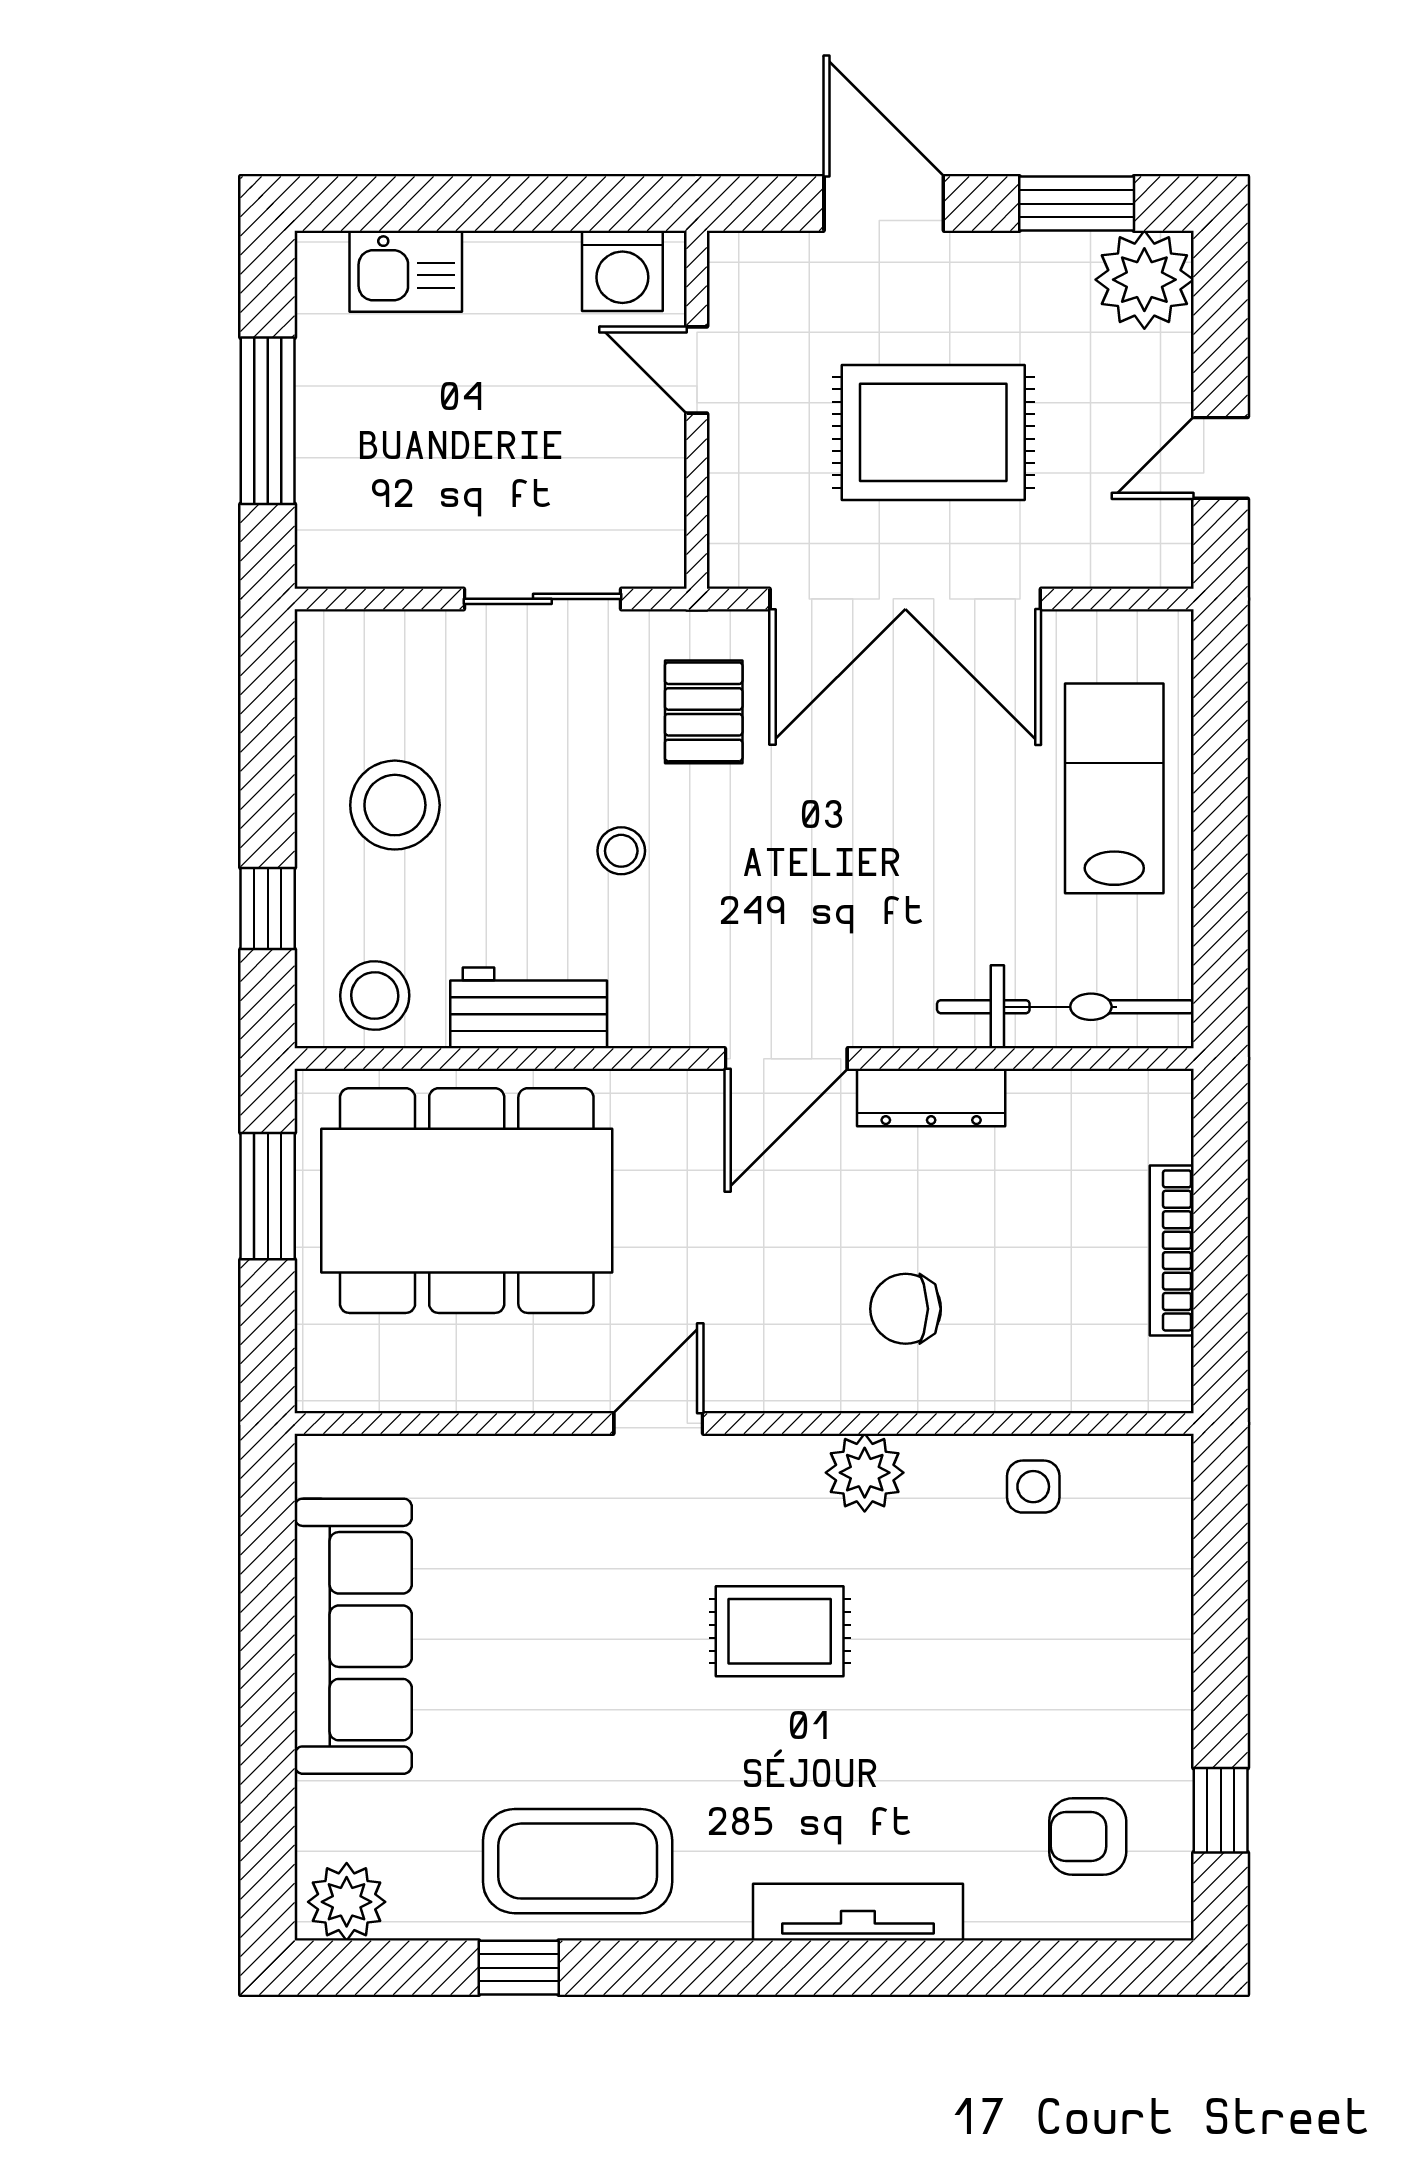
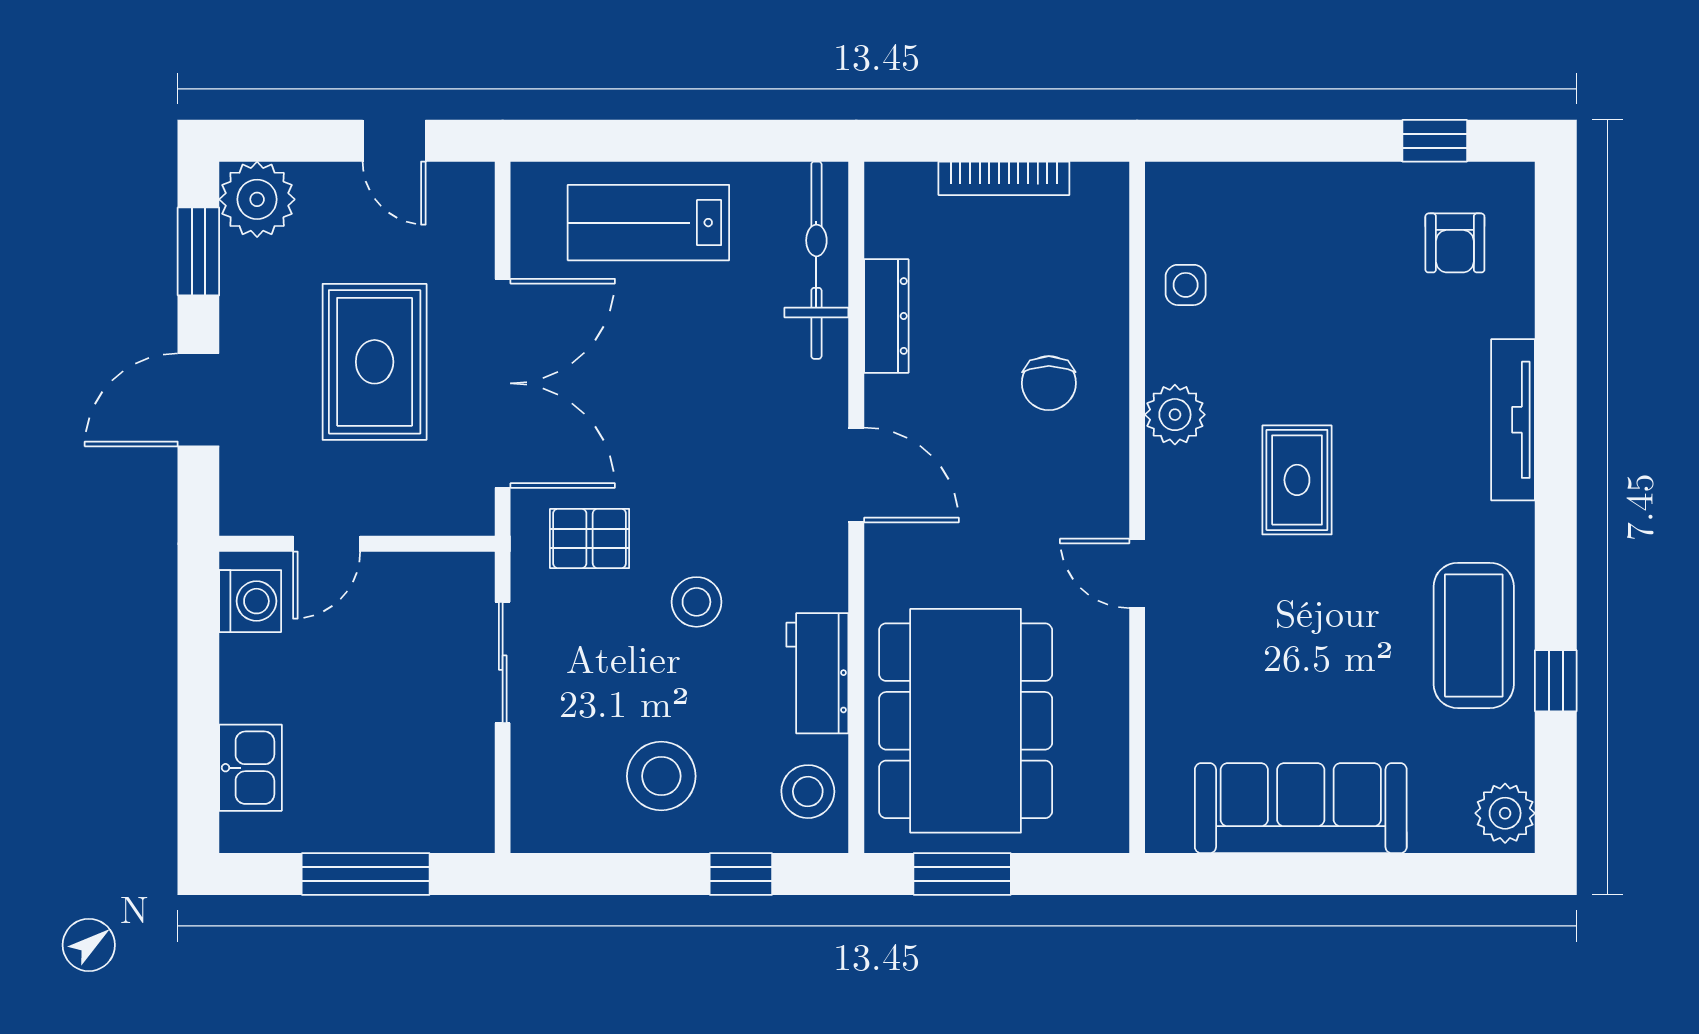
stool: (621, 851) -> (696, 602), width x1.37, depth x1.37
dresser: (931, 1098) -> (886, 316), moved

